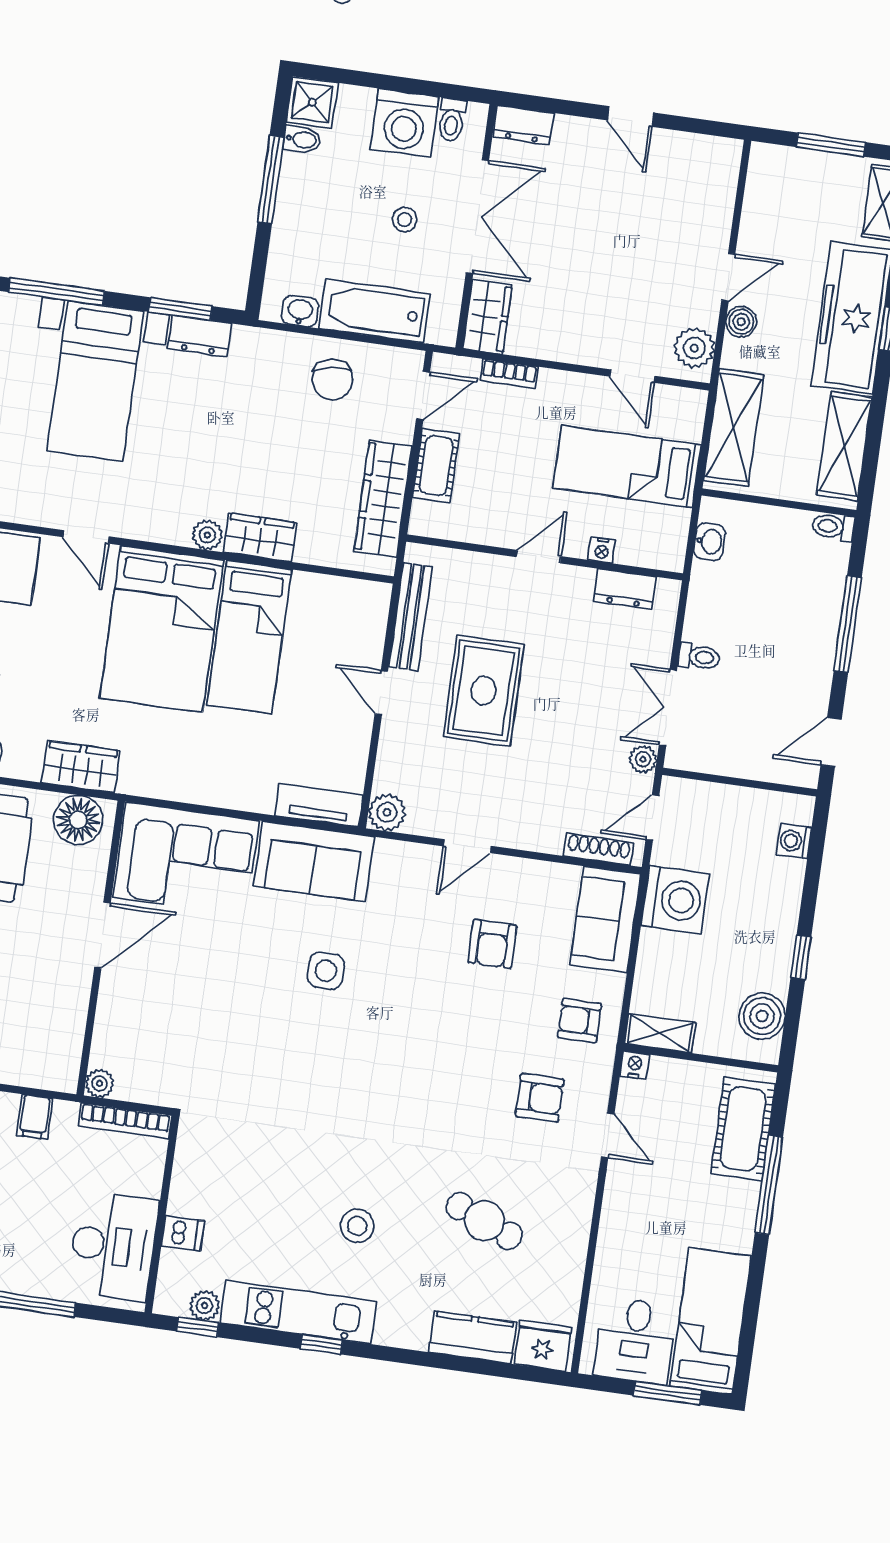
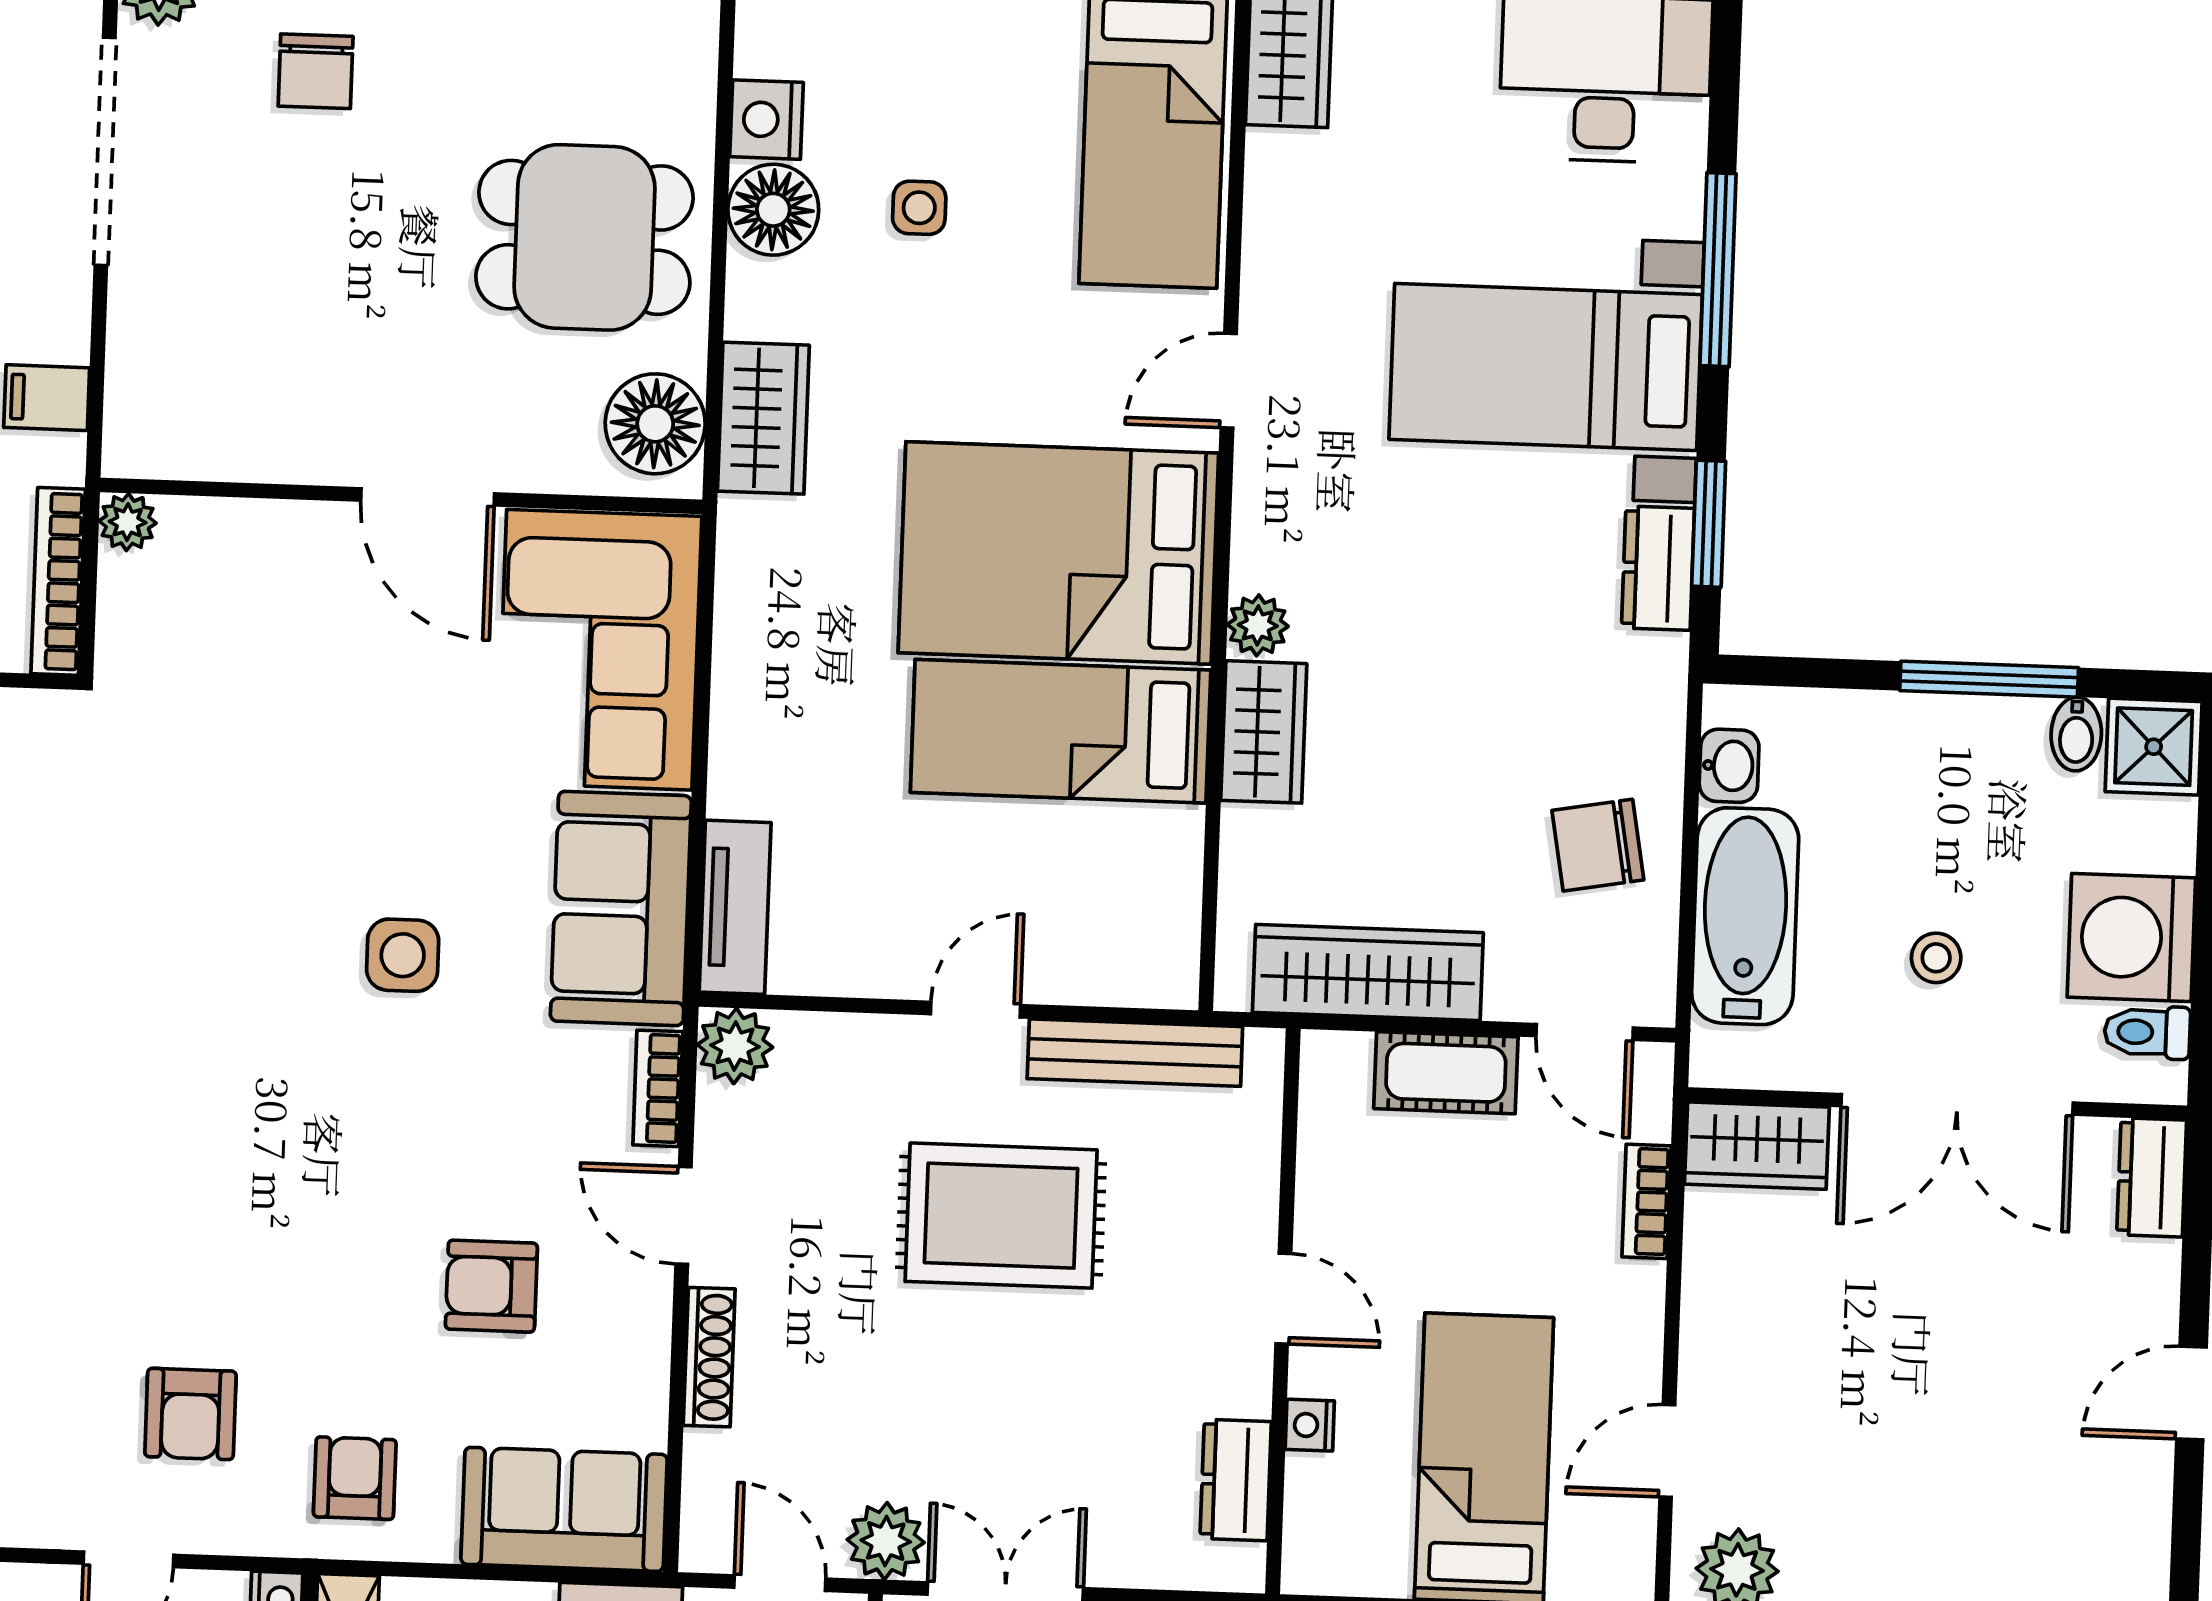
plant: (643, 759) -> (886, 1541), width x1.38, depth x1.38
shoe rack: (599, 849) -> (709, 1357), moved
bookcase: (404, 852) -> (658, 1088), added

